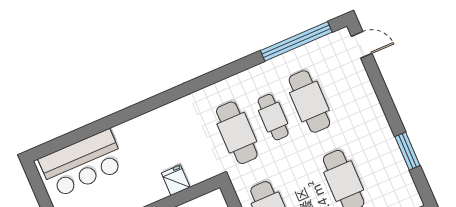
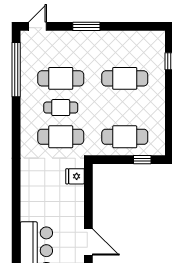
window: (407, 151) -> (86, 26), moved
fridge: (176, 180) -> (75, 176), moved

